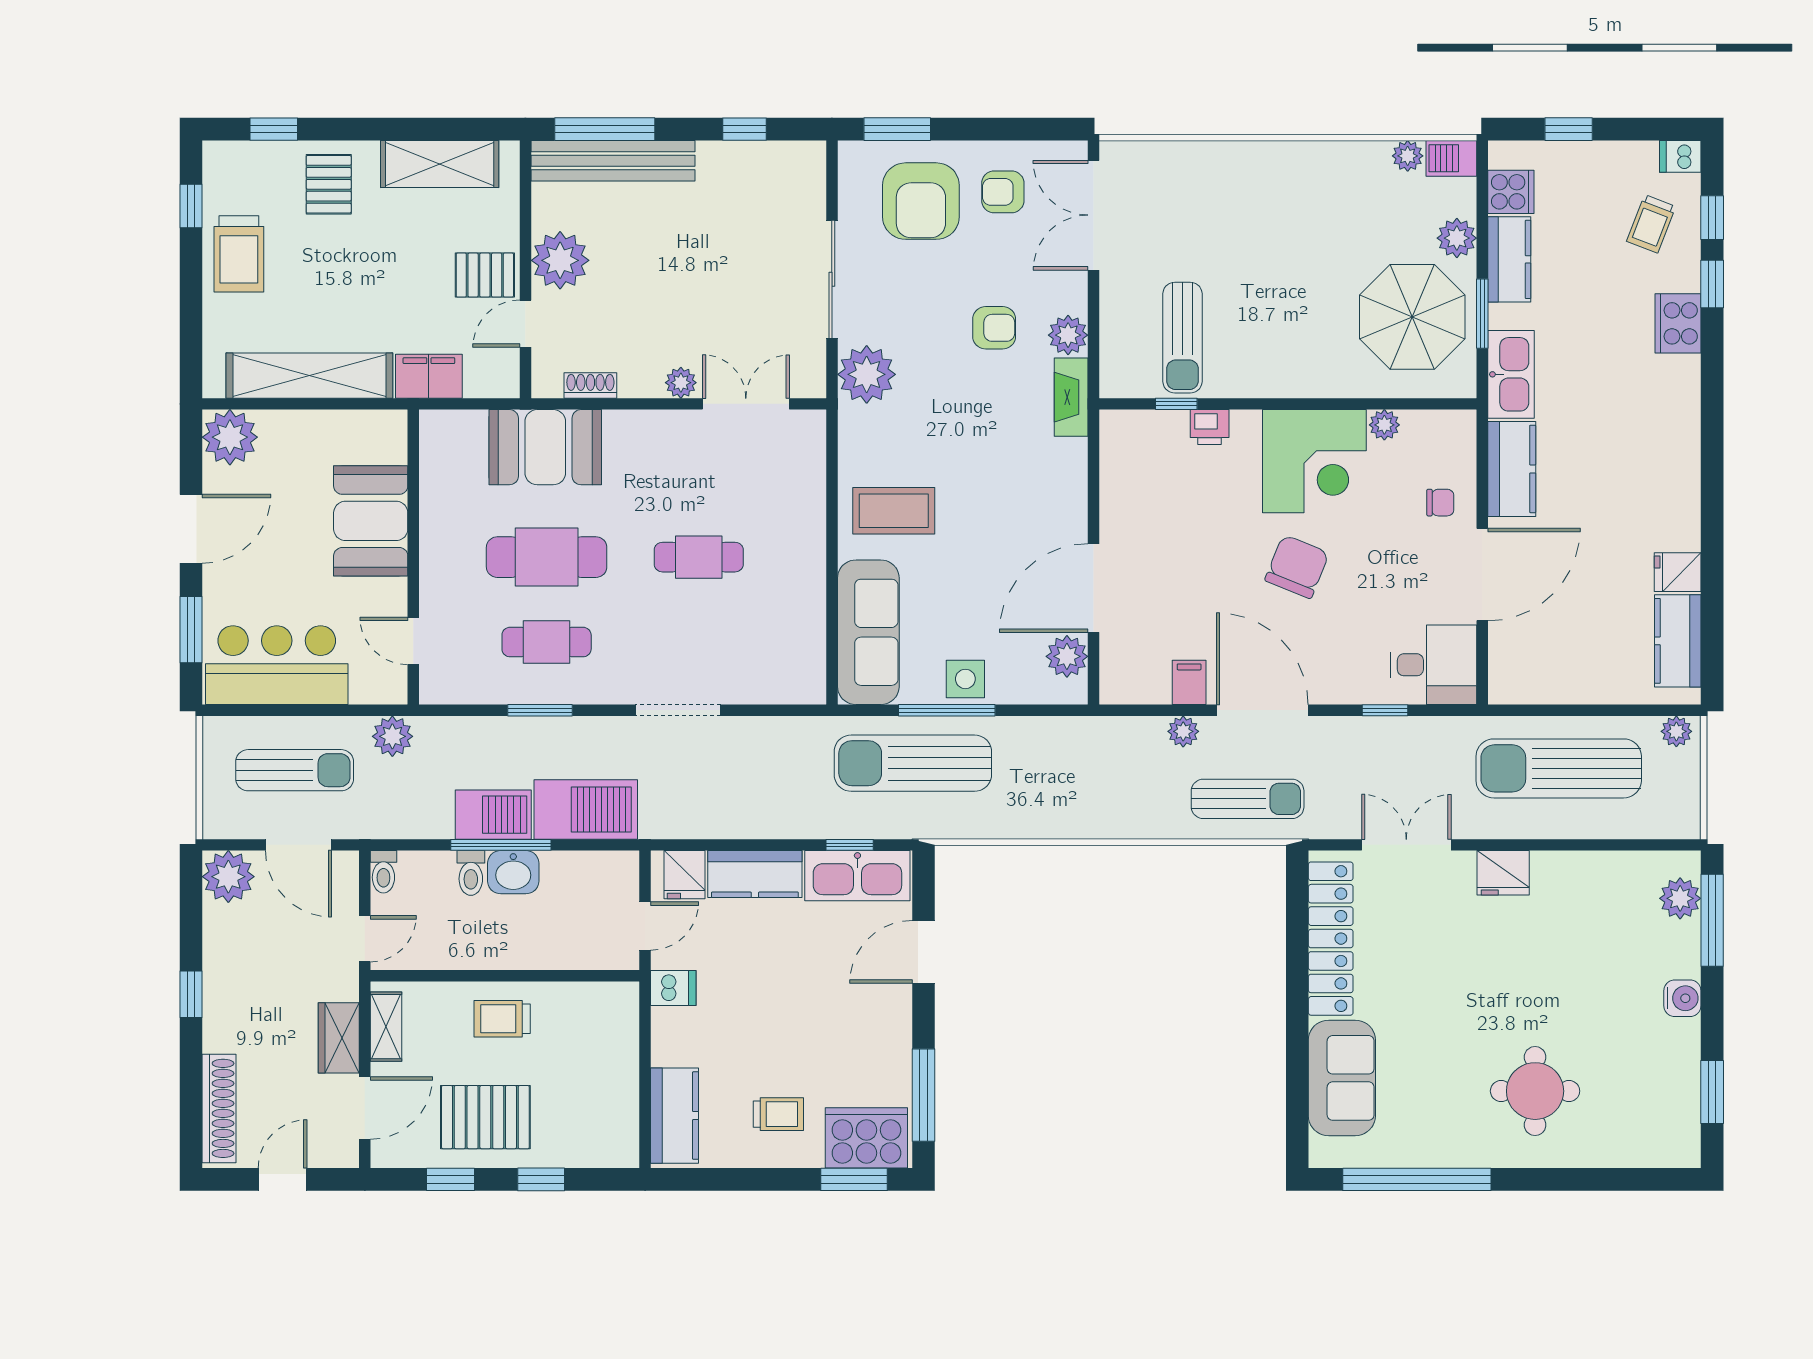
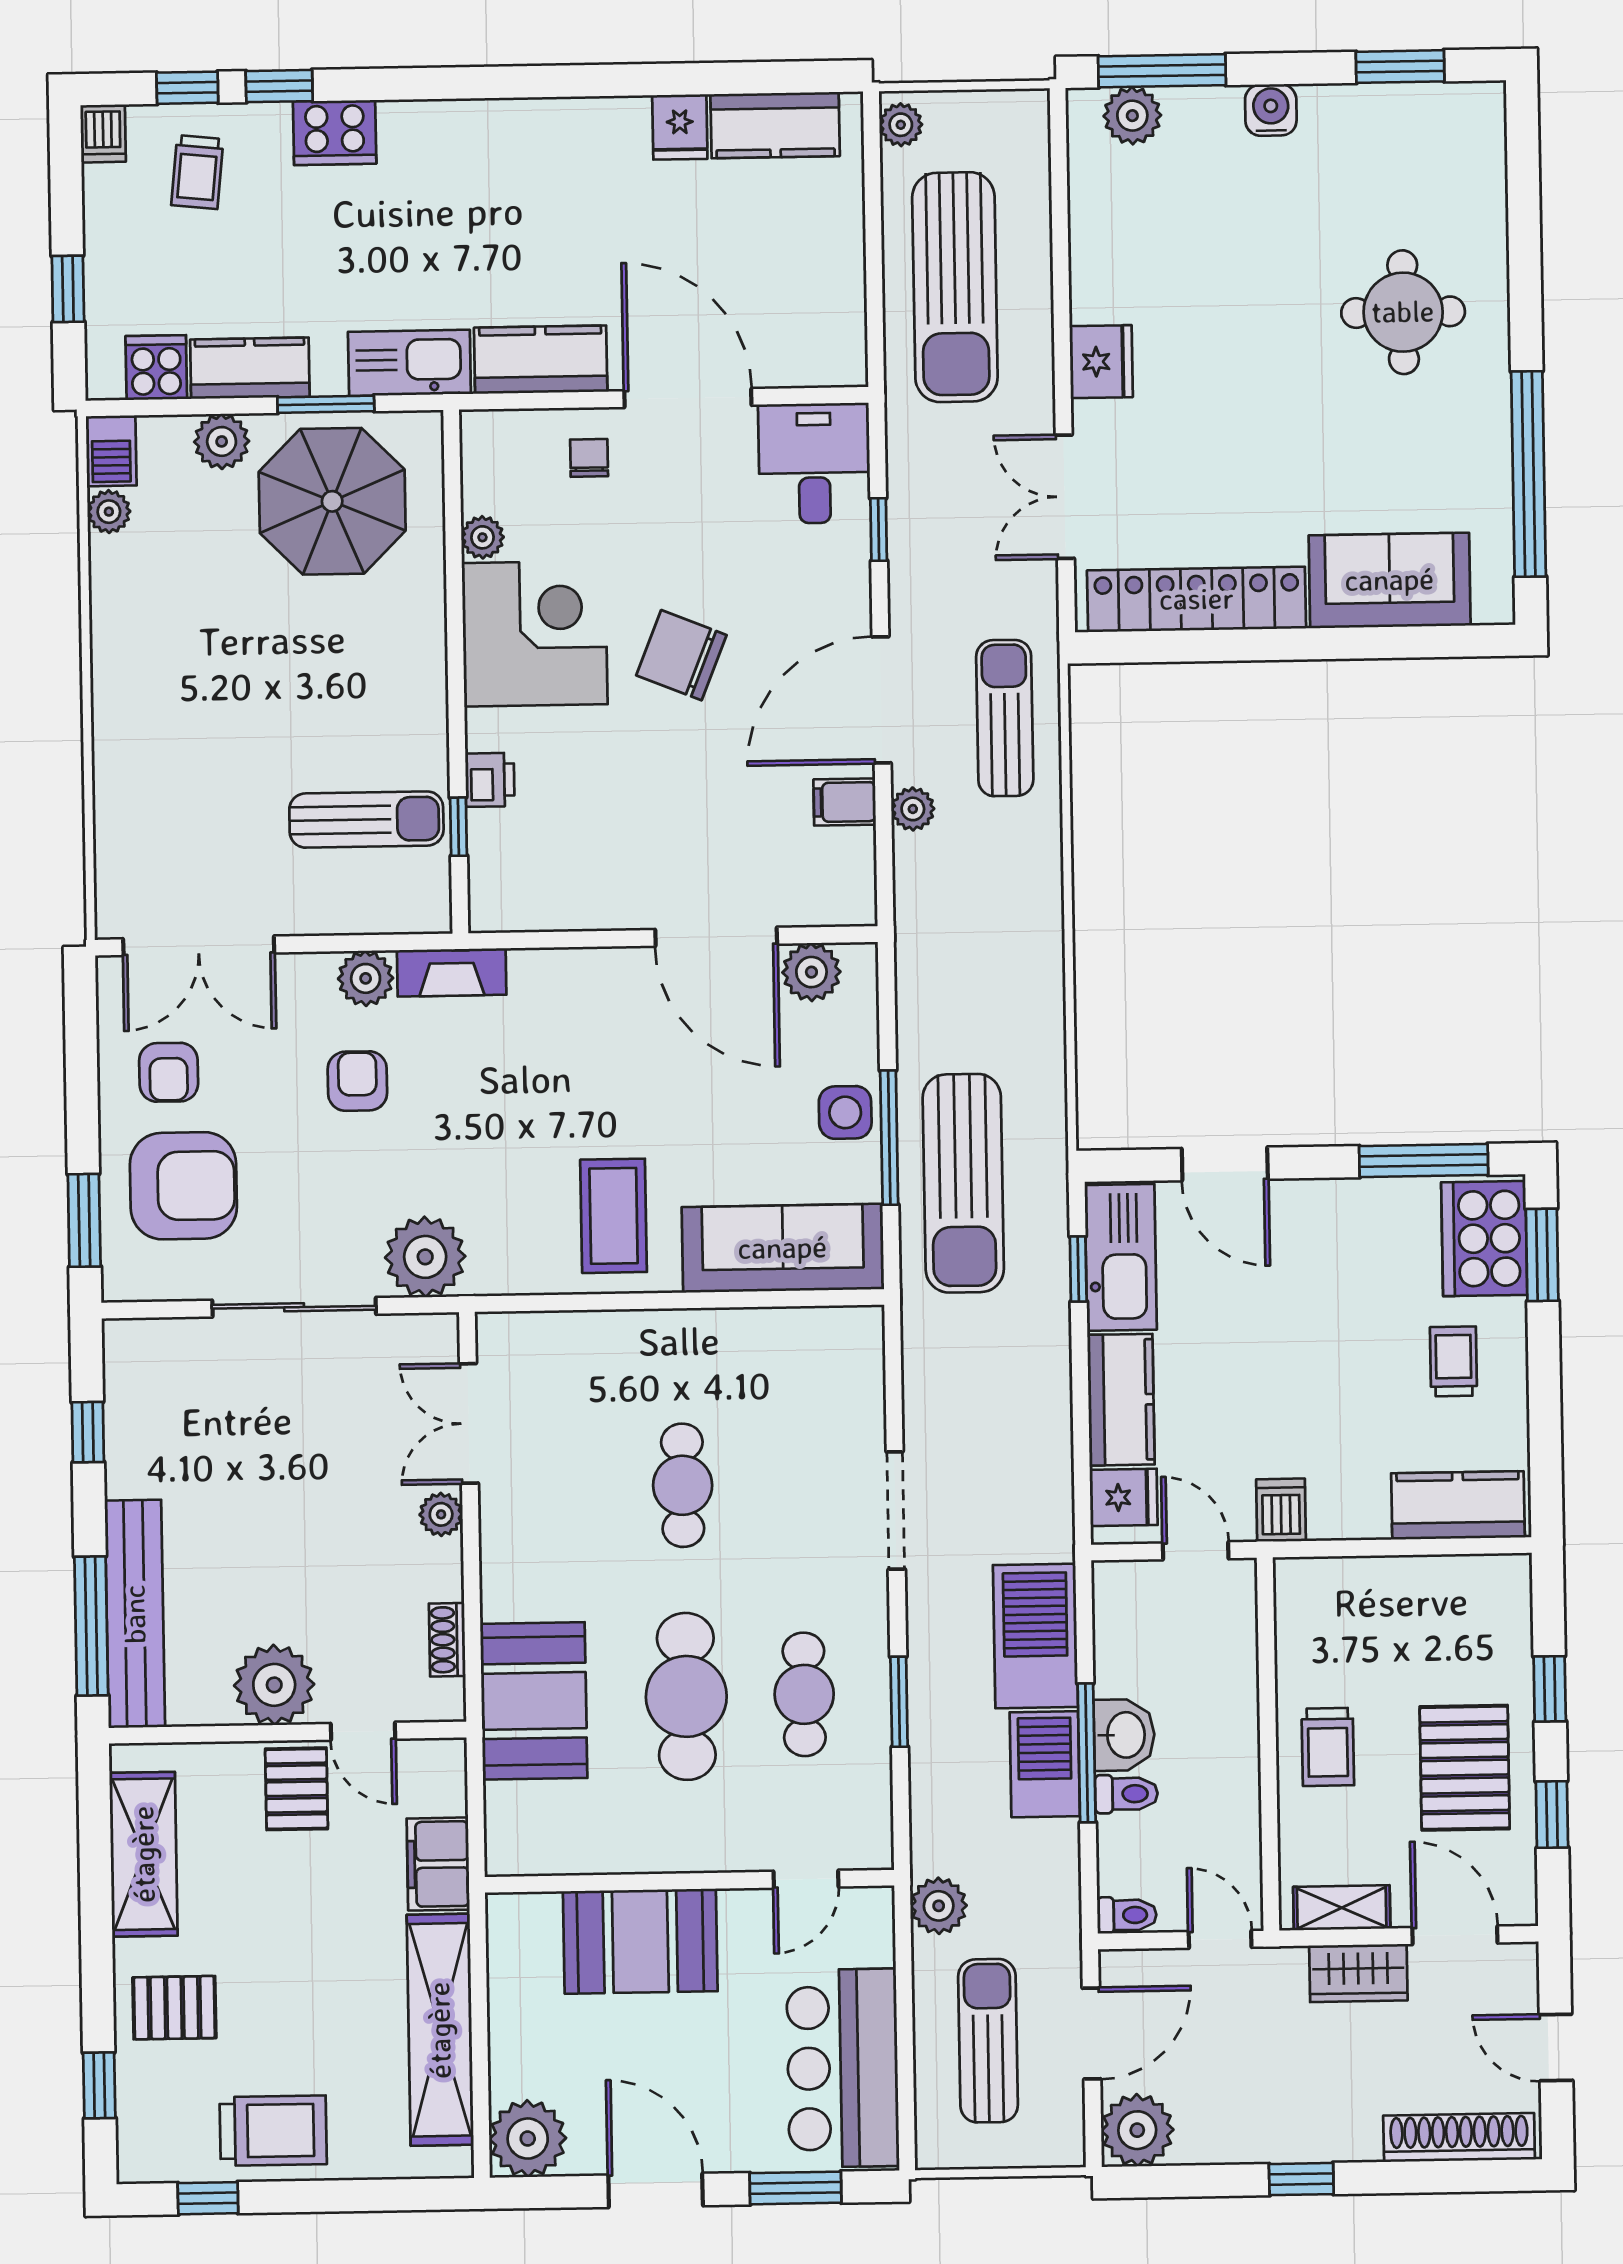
trolley: (1651, 224) -> (197, 172), turned 75

